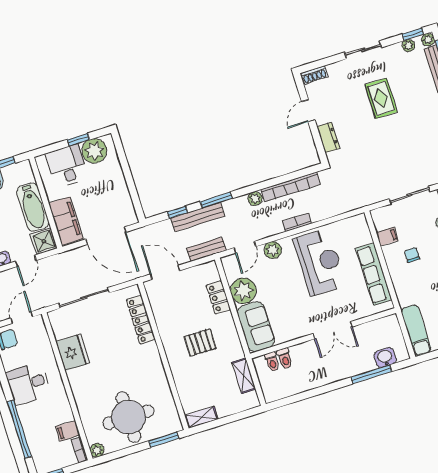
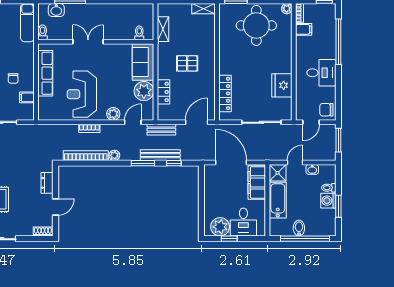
door: (165, 272) -> (197, 122), swing flipped
toilet: (285, 358) -> (43, 32), moved

